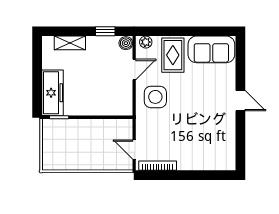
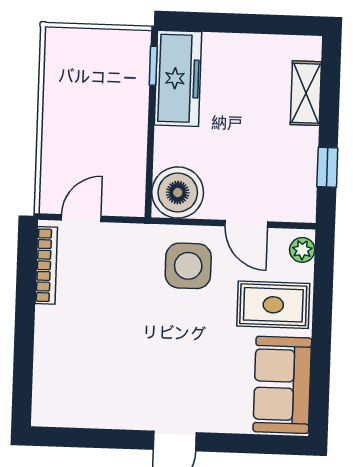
boiler: (126, 43) -> (178, 192), moved, width x1.86, depth x1.86
freezer: (53, 93) -> (178, 78), moved, turned -90

